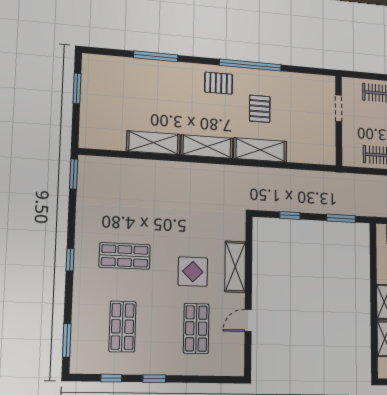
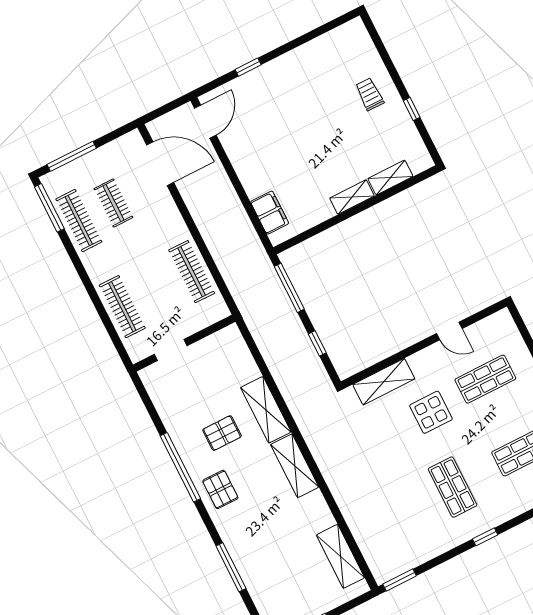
shelving: (153, 143) -> (340, 556), moved
window: (341, 218) -> (289, 288), width x1.44
shelving: (235, 267) -> (384, 382), moved

